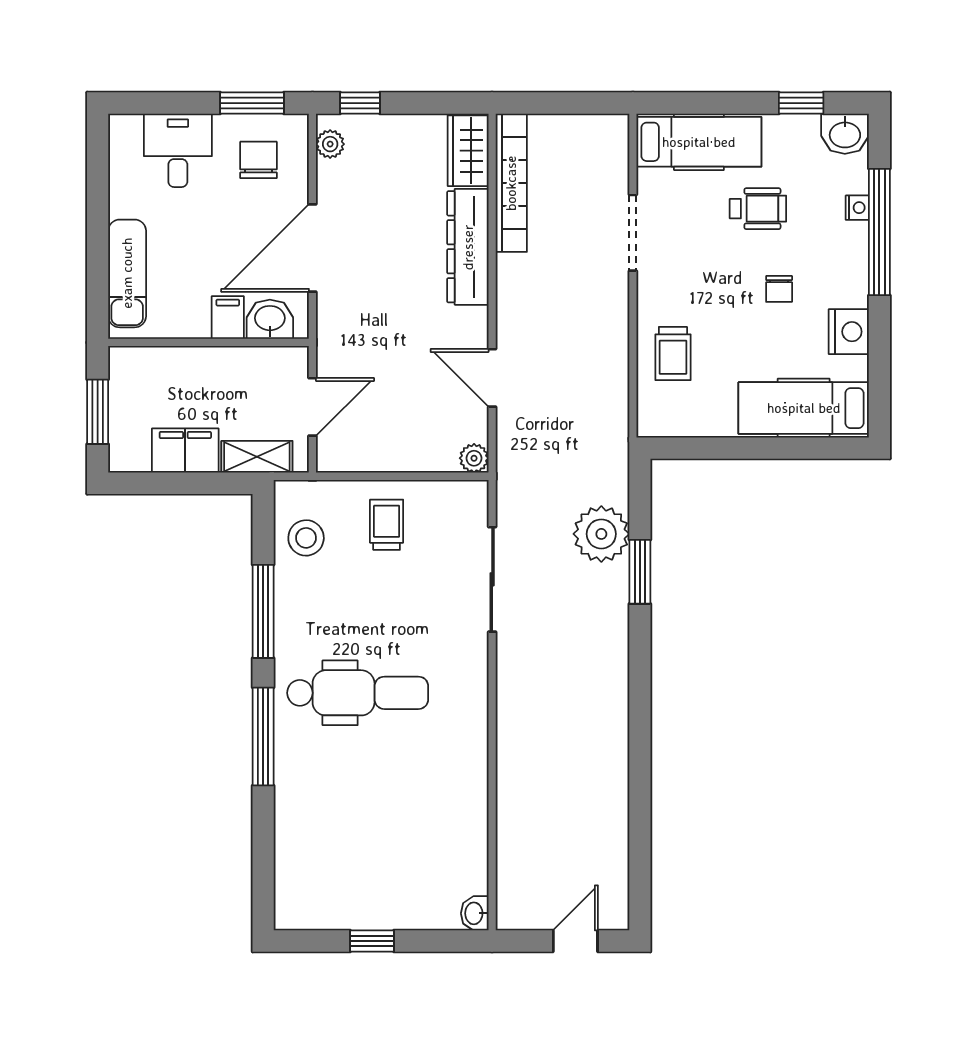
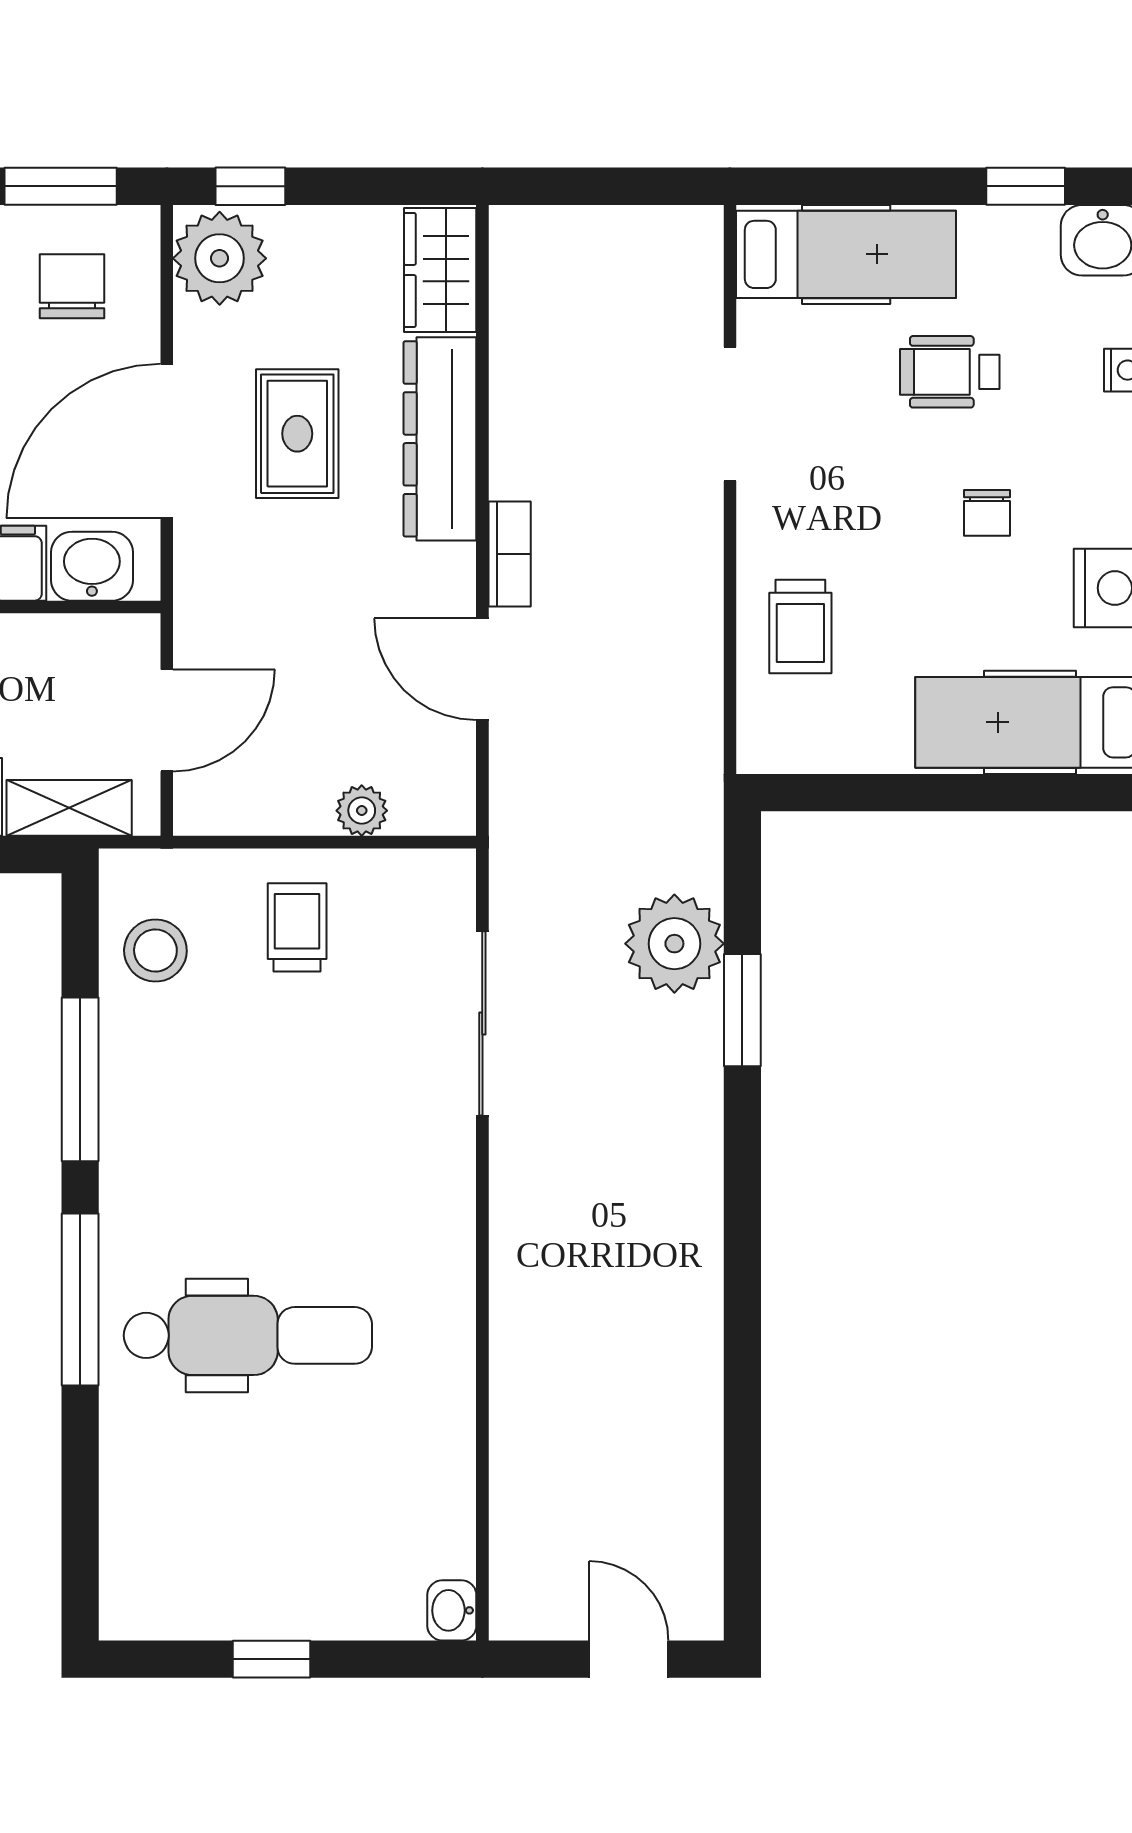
plant: (330, 144) -> (220, 258), width x1.88, depth x1.88
bookcase: (511, 183) -> (510, 554), moved, width x0.43, depth x0.76
wheelchair: (758, 209) -> (950, 372), turned 180
rug: (387, 244) -> (297, 434), added
plant: (474, 458) -> (362, 811), moved
dental chair: (358, 693) -> (248, 1335), moved
door: (575, 941) -> (629, 1659), hinge flipped

